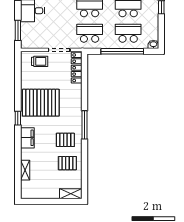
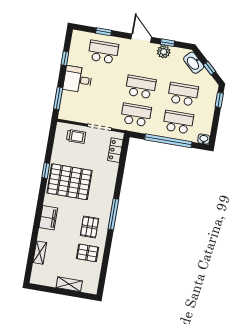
locker: (77, 68) -> (115, 150), width x0.66
window: (18, 118) -> (46, 171), moved
pallet: (65, 140) -> (90, 227), turned 90
shelving: (71, 194) -> (69, 284), moved

